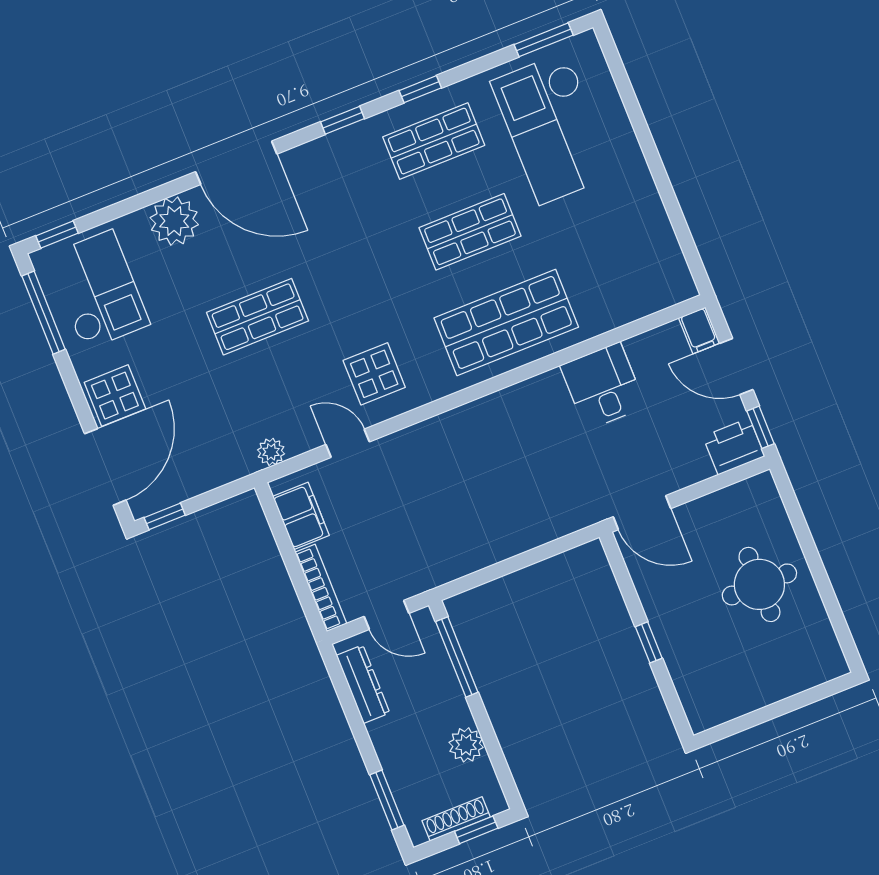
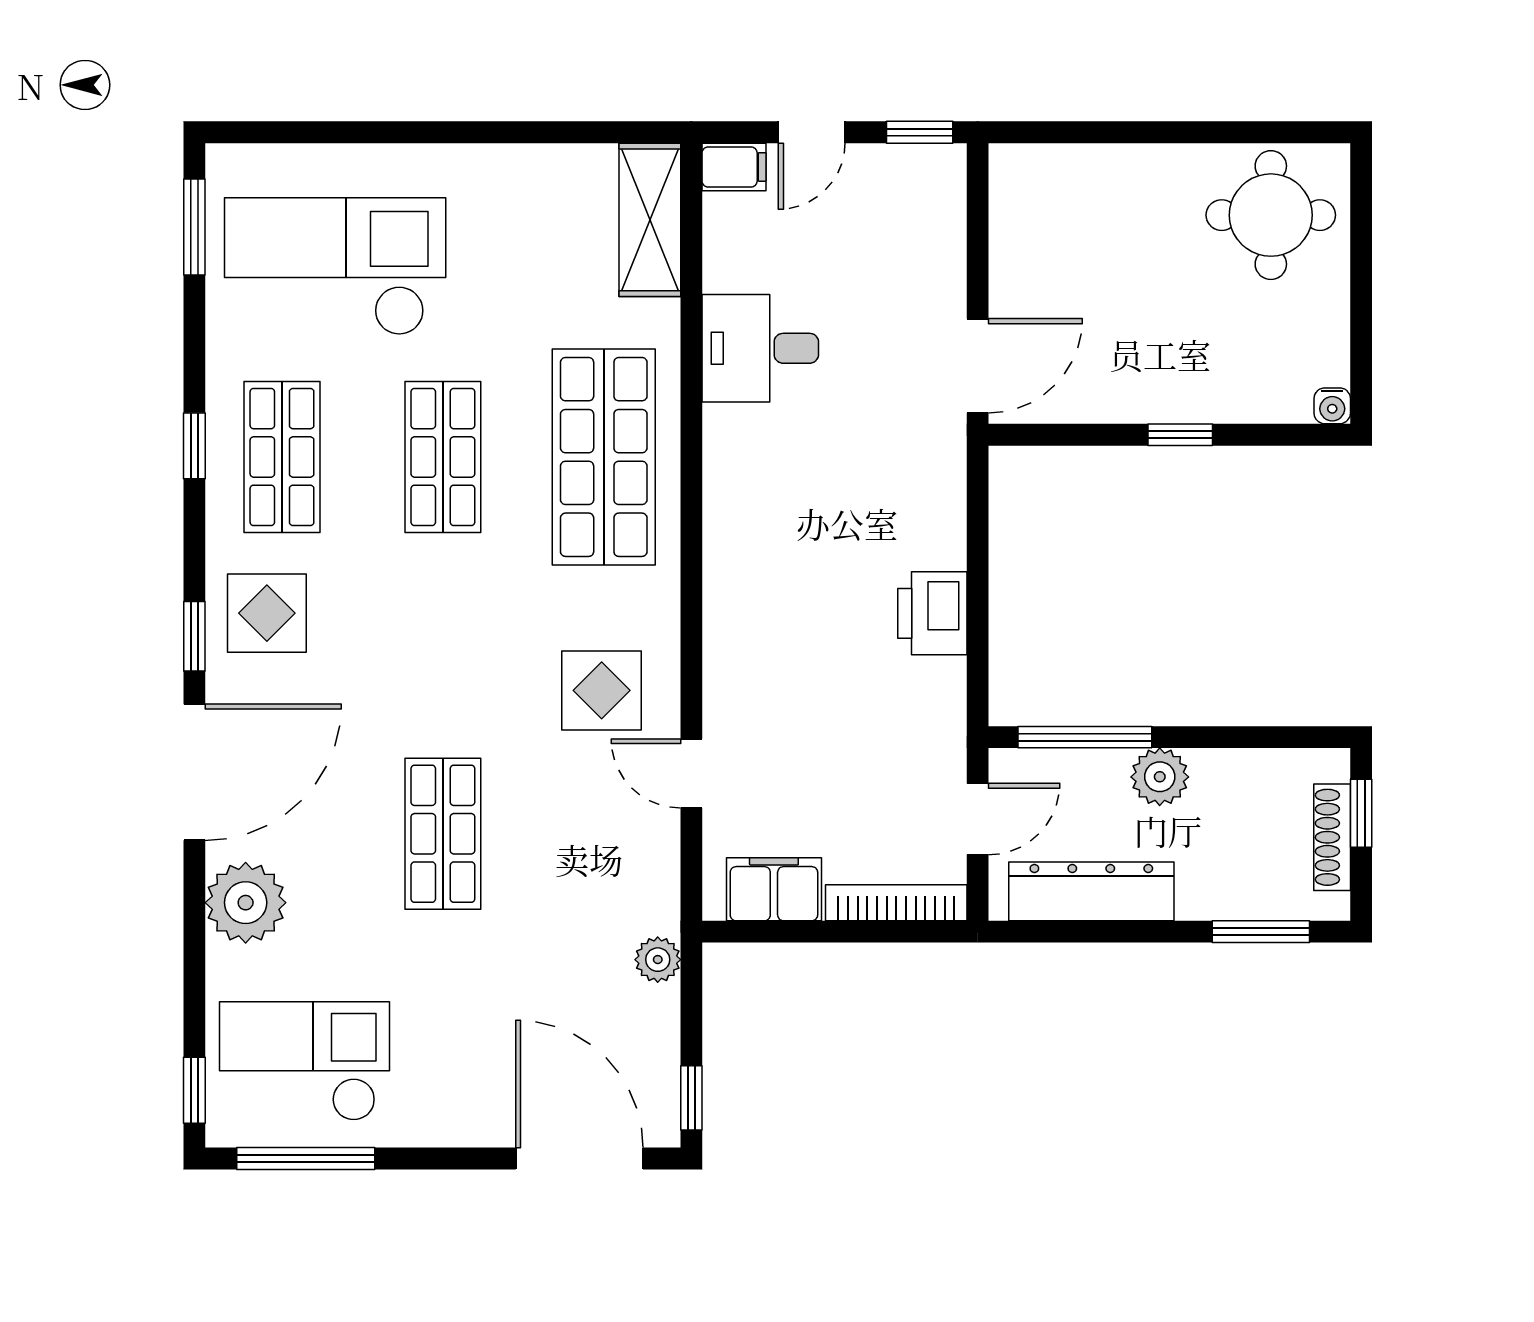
window: (343, 120) -> (194, 636), moved
checkout: (553, 128) -> (335, 266), turned 180
shelving: (650, 295) -> (650, 220), added
door: (736, 366) -> (812, 132), width x0.73
display table: (115, 396) -> (267, 613), moved
door: (348, 443) -> (691, 773), hinge flipped
printer: (734, 446) -> (932, 613), moved
plant: (271, 452) -> (658, 960), moved
round table: (759, 584) -> (1271, 215), moved
dresser: (363, 684) -> (1091, 891), width x1.37, depth x1.24
water cooler: (699, 722) -> (1332, 406), added
plant: (466, 745) -> (1160, 777), moved

